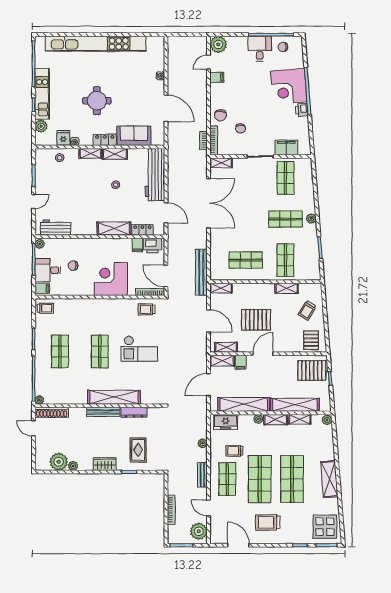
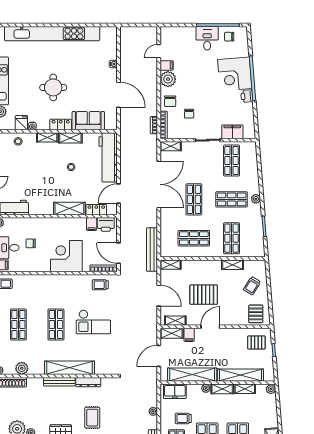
plant: (218, 44) -> (168, 79), moved
door: (166, 213) -> (119, 193), swing flipped
shop shelf: (246, 219) -> (194, 199), added
pallet: (312, 370) -> (256, 342), width x0.67, depth x0.71
plant: (64, 398) -> (22, 368), added

